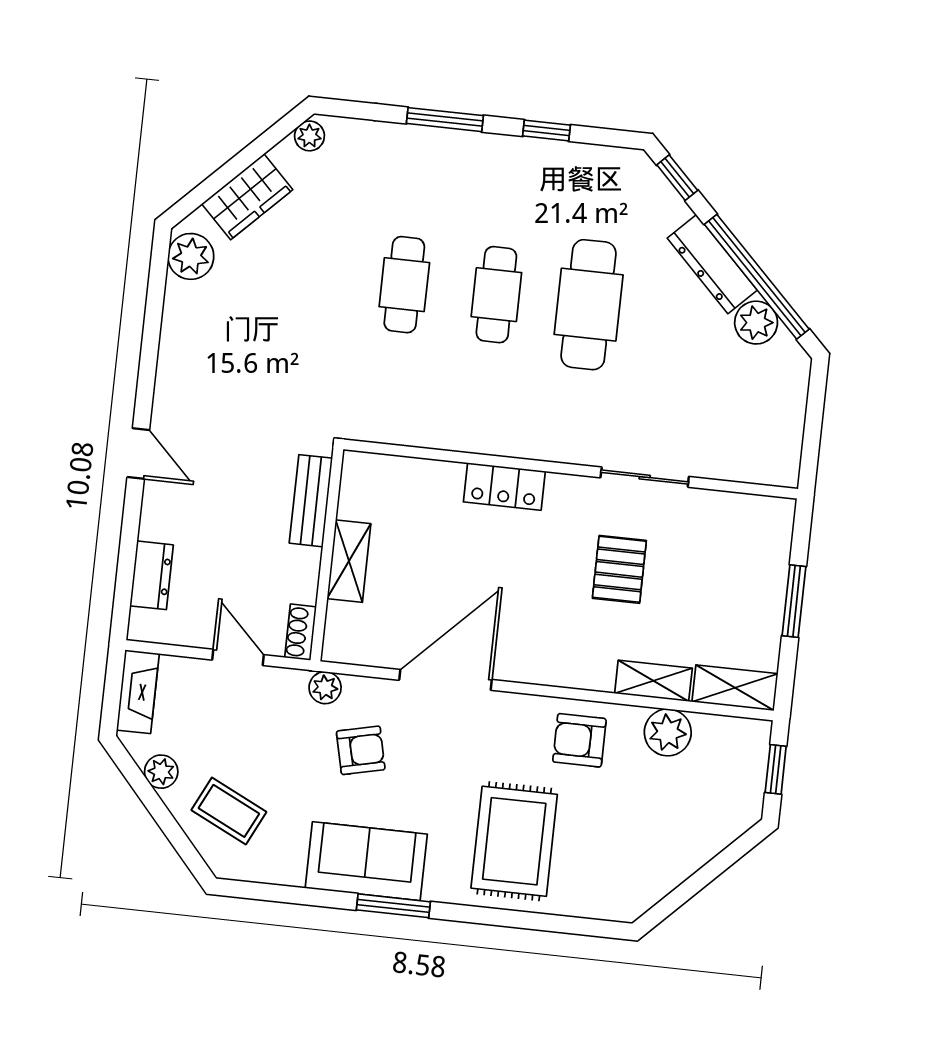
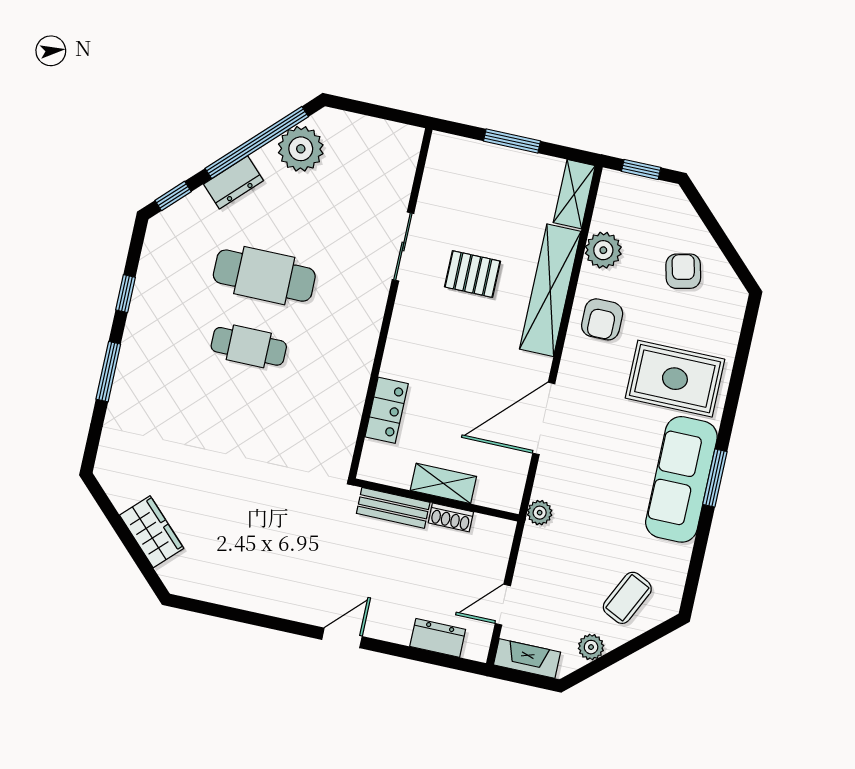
plant: (309, 136) -> (110, 478), removed
plant: (191, 256) -> (193, 581), removed
dresser: (712, 264) -> (234, 182), width x0.70
cafe table: (404, 285) -> (233, 417), removed
plant: (756, 323) -> (301, 149), width x1.36, depth x1.36
locker: (504, 486) -> (387, 410), moved
shoe rack: (301, 632) -> (451, 517), moved
door: (238, 657) -> (503, 605), moved
door: (445, 680) -> (544, 418), hinge flipped
shelving: (653, 681) -> (550, 290), width x2.20, depth x1.33
armchair: (361, 750) -> (683, 271), moved
sofa: (366, 861) -> (681, 479), width x1.36

